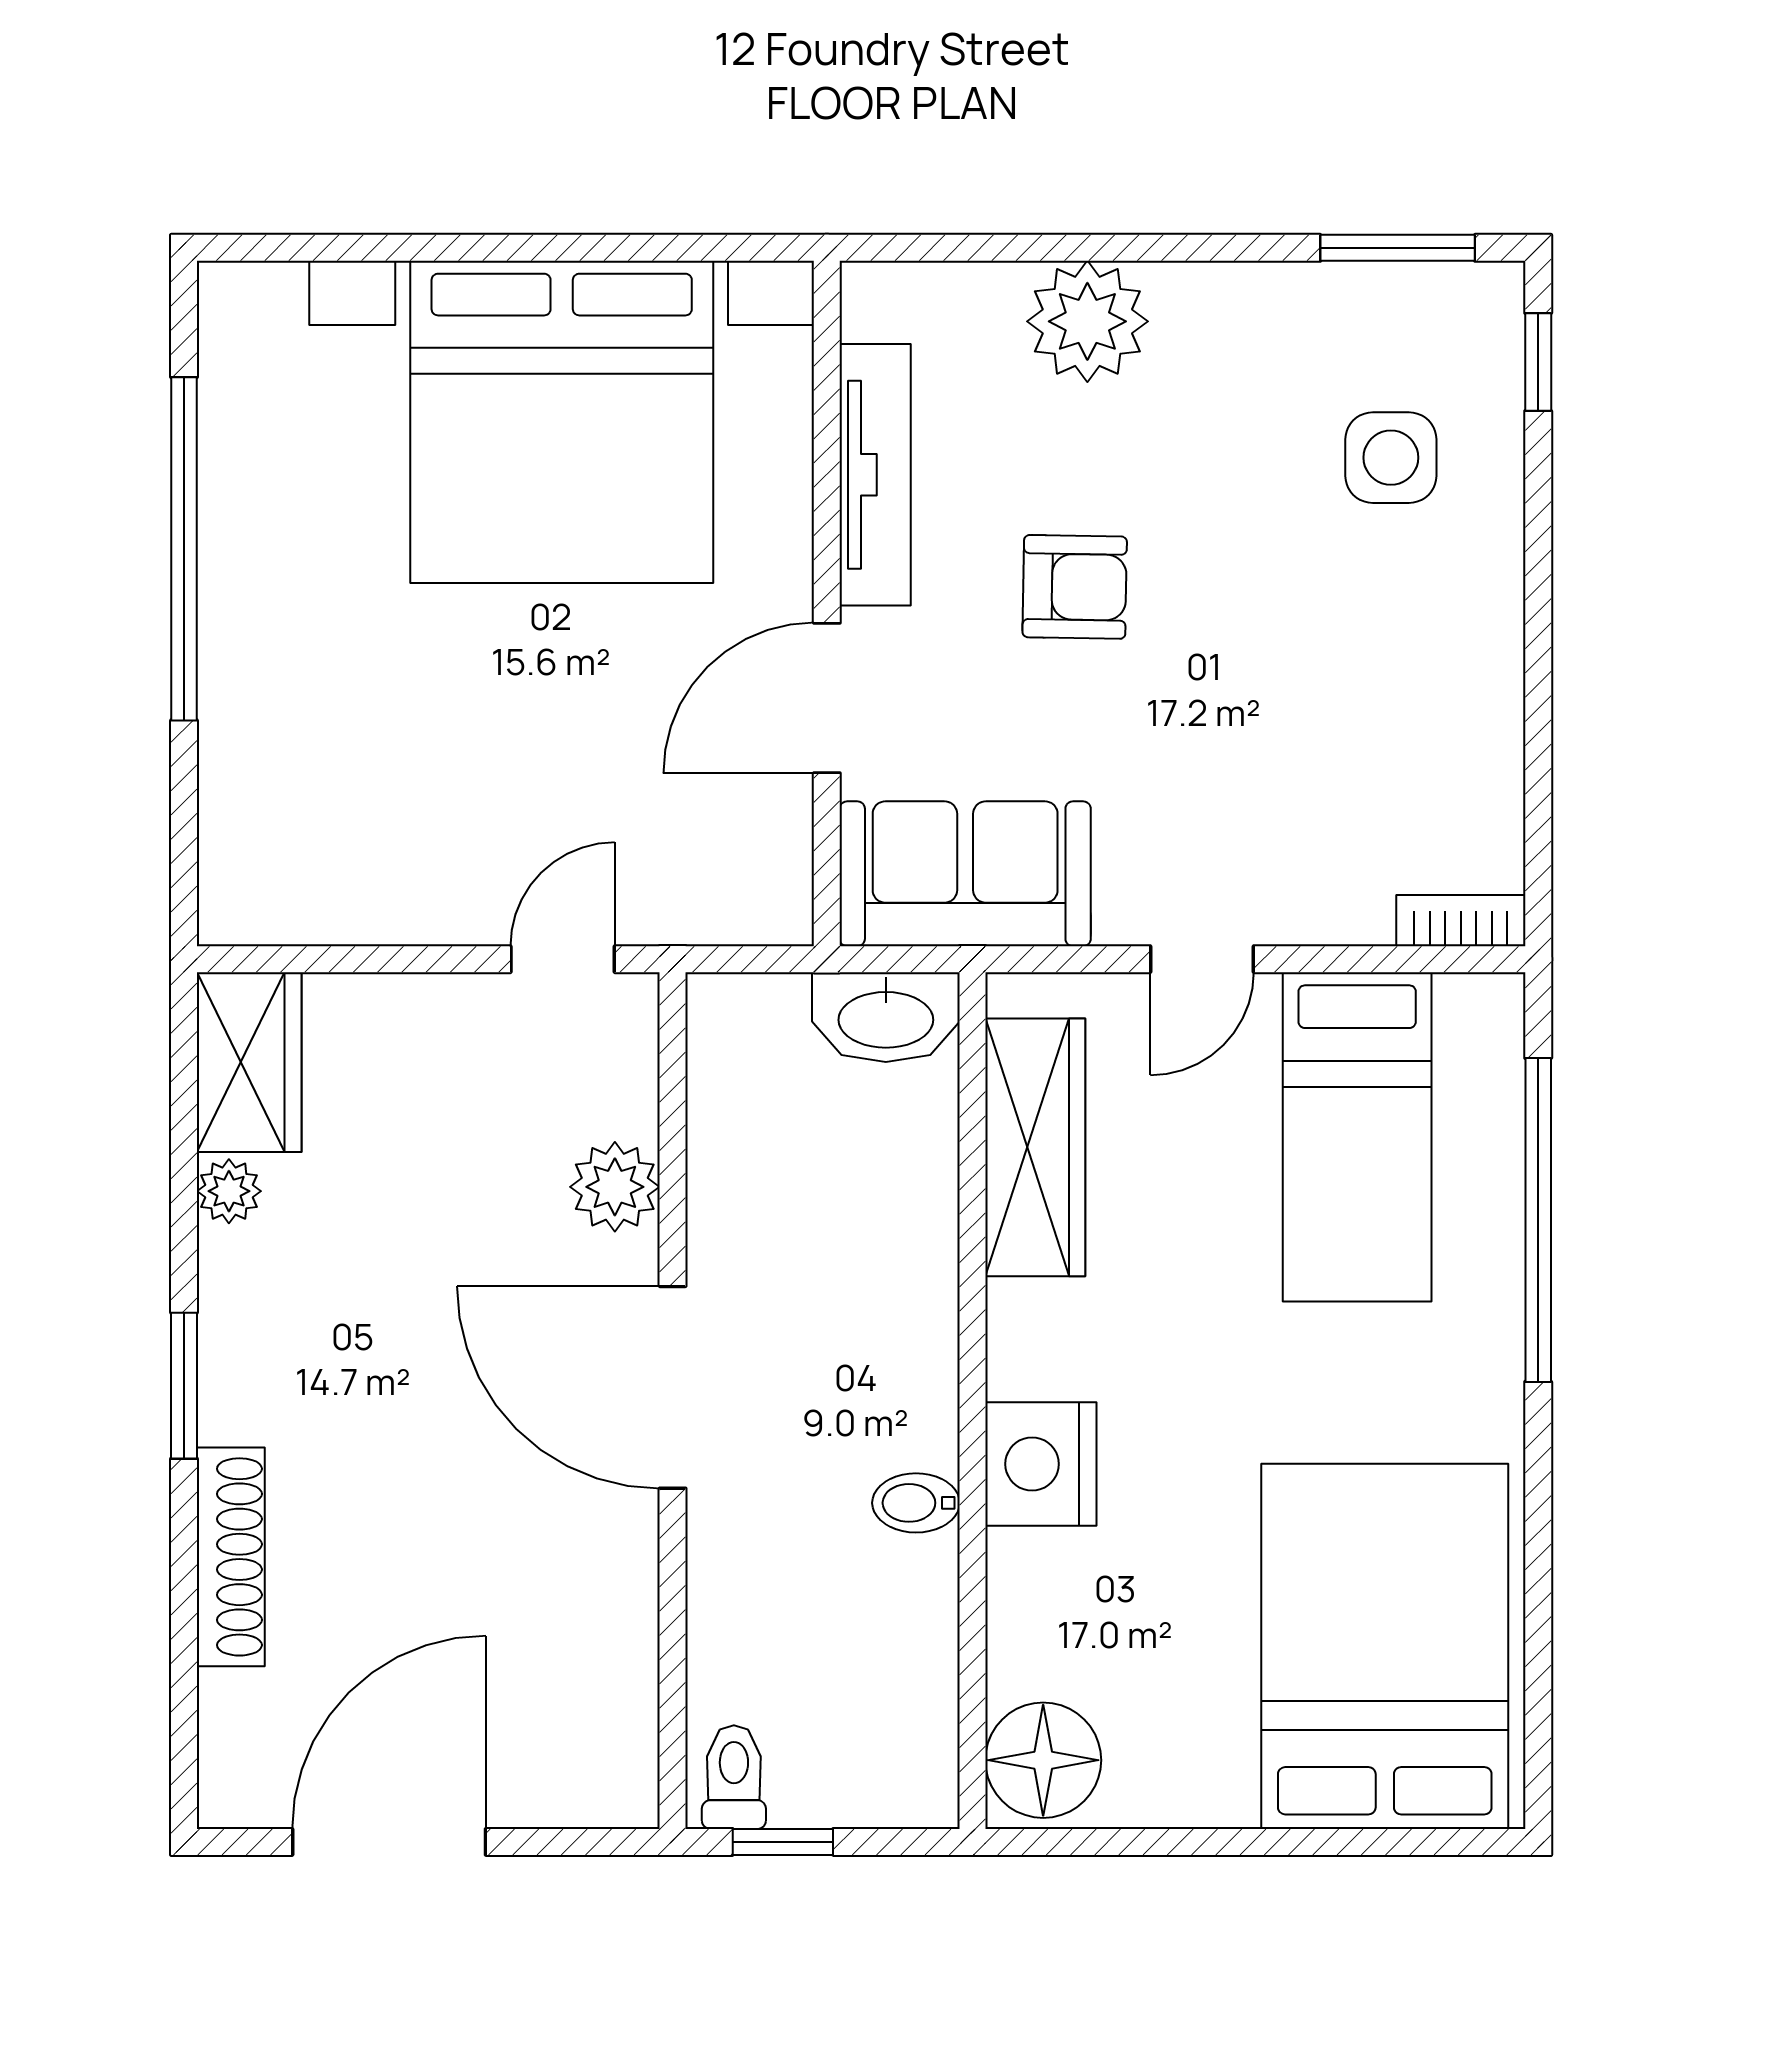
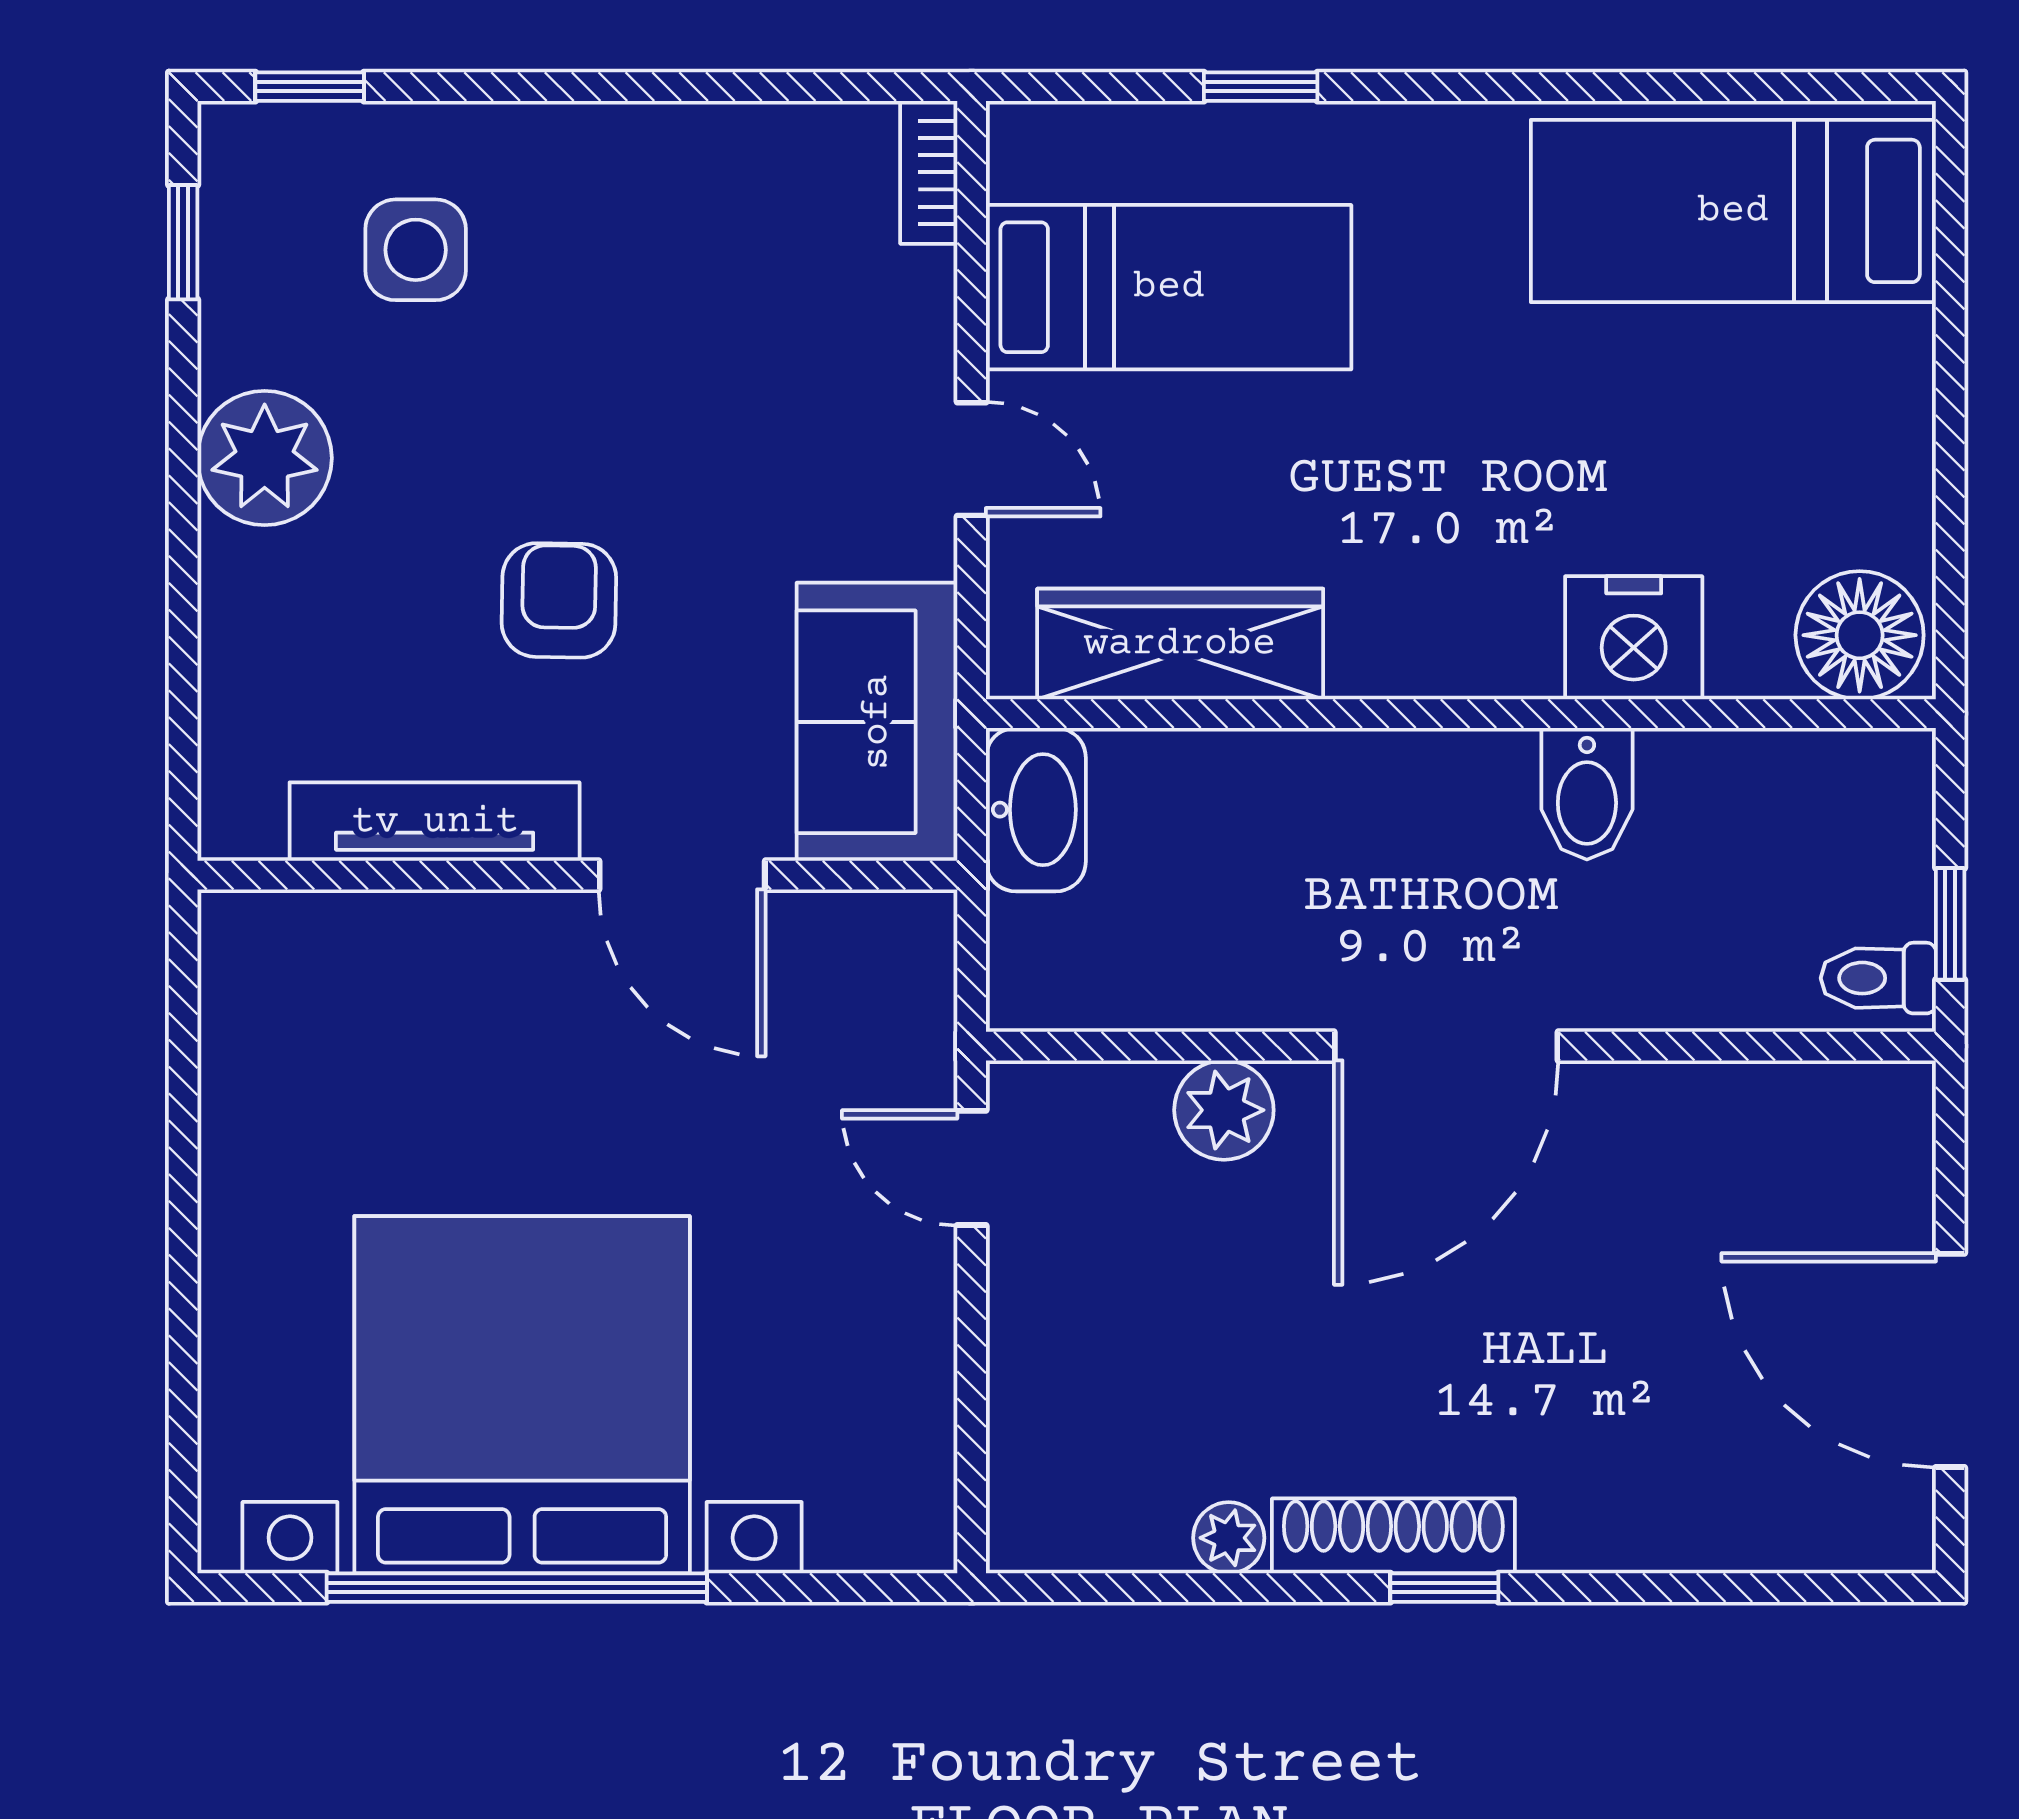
window: (1398, 248) -> (183, 242), width x0.67
plant: (1087, 321) -> (265, 458), moved
bed with nightstands: (562, 422) -> (522, 1395), moved, turned -90
wardrobe: (249, 1062) -> (1086, 1516), removed
window: (1538, 1220) -> (1261, 87), width x0.32
window: (184, 1386) -> (1444, 1588), width x0.67
nightstand: (1041, 1464) -> (1634, 638), moved
bidet: (916, 1503) -> (1587, 794), width x1.38, depth x1.36
shoe rack: (231, 1557) -> (1393, 1536), moved
bed: (1385, 1646) -> (1733, 211), width x0.67

